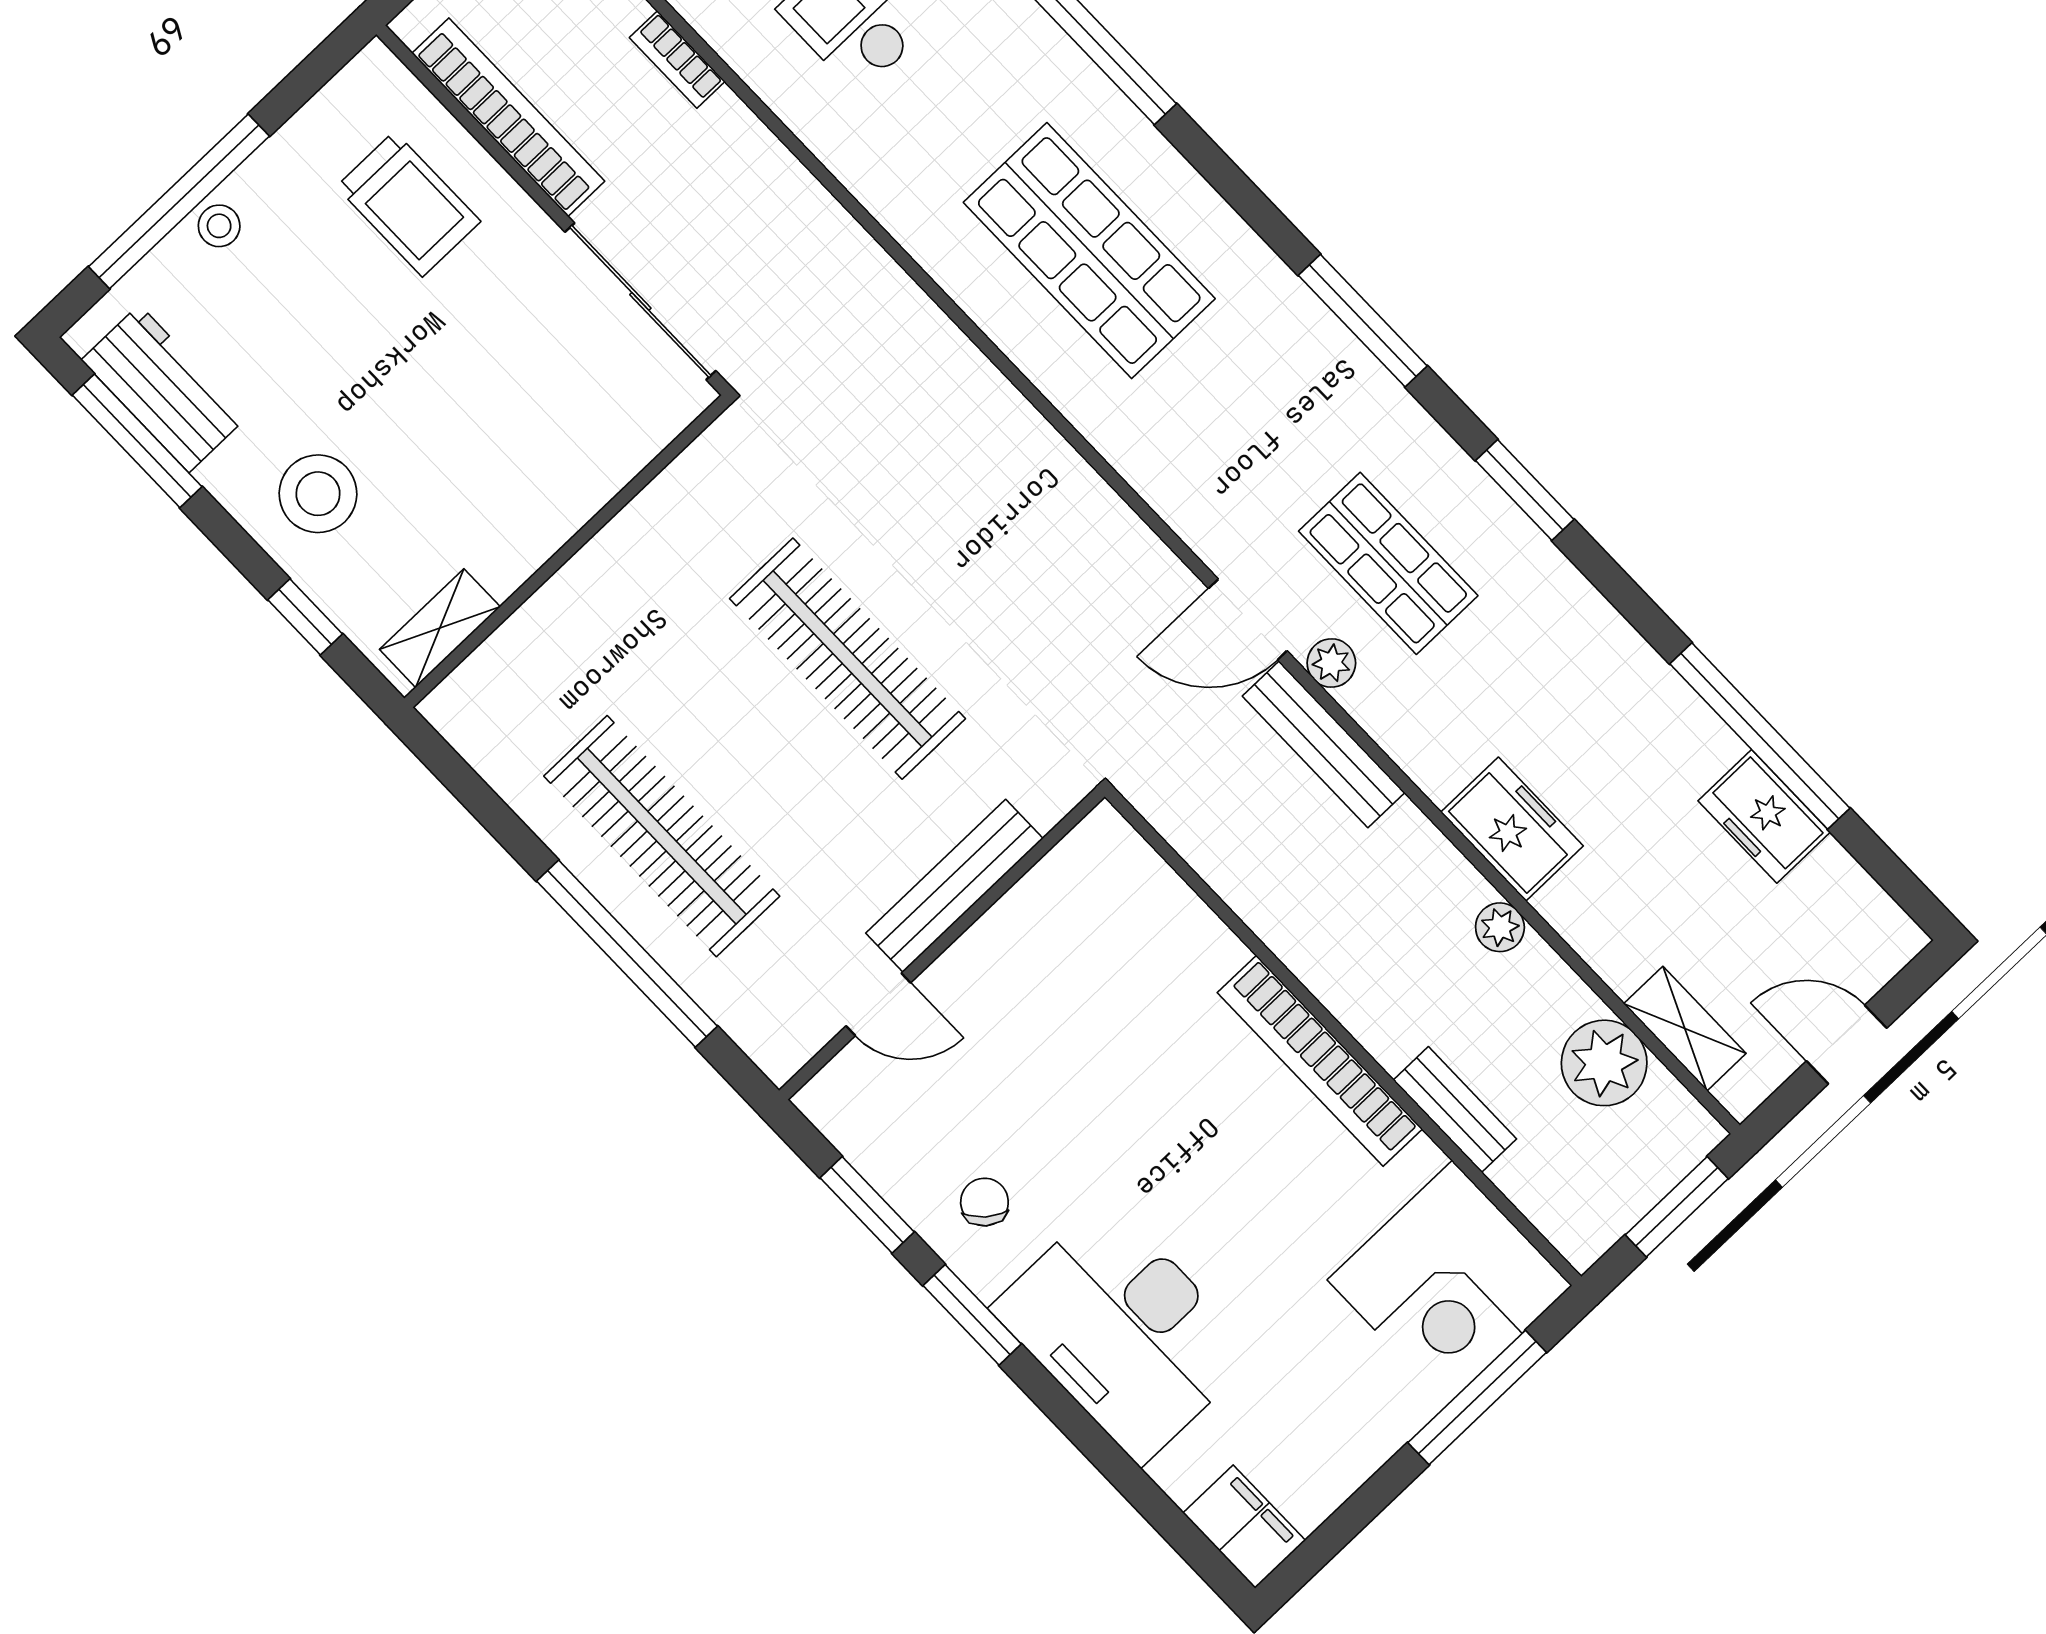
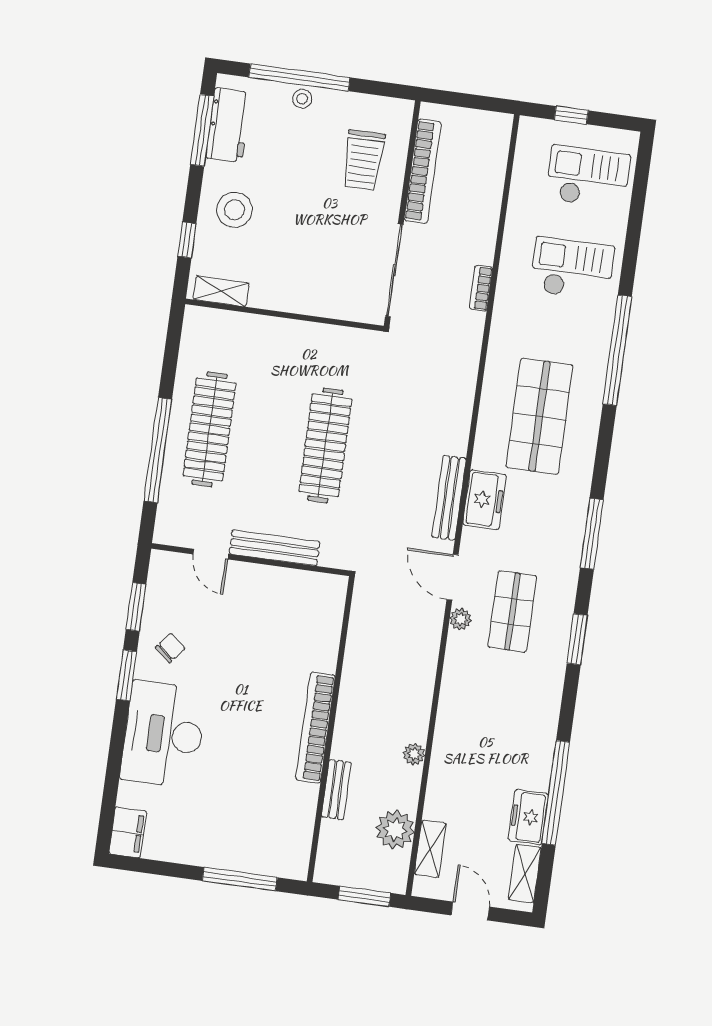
bookcase: (677, 60) -> (481, 288), moved
bench: (1324, 744) -> (449, 498), moved
freezer: (1512, 829) -> (485, 500), moved
shelving: (1856, 899) -> (525, 874), added
corner desk: (1450, 1283) -> (273, 837), removed

